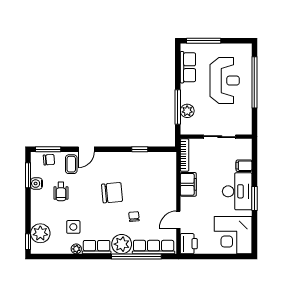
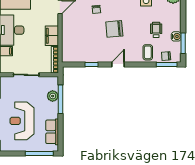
door: (86, 149) -> (118, 65), moved

